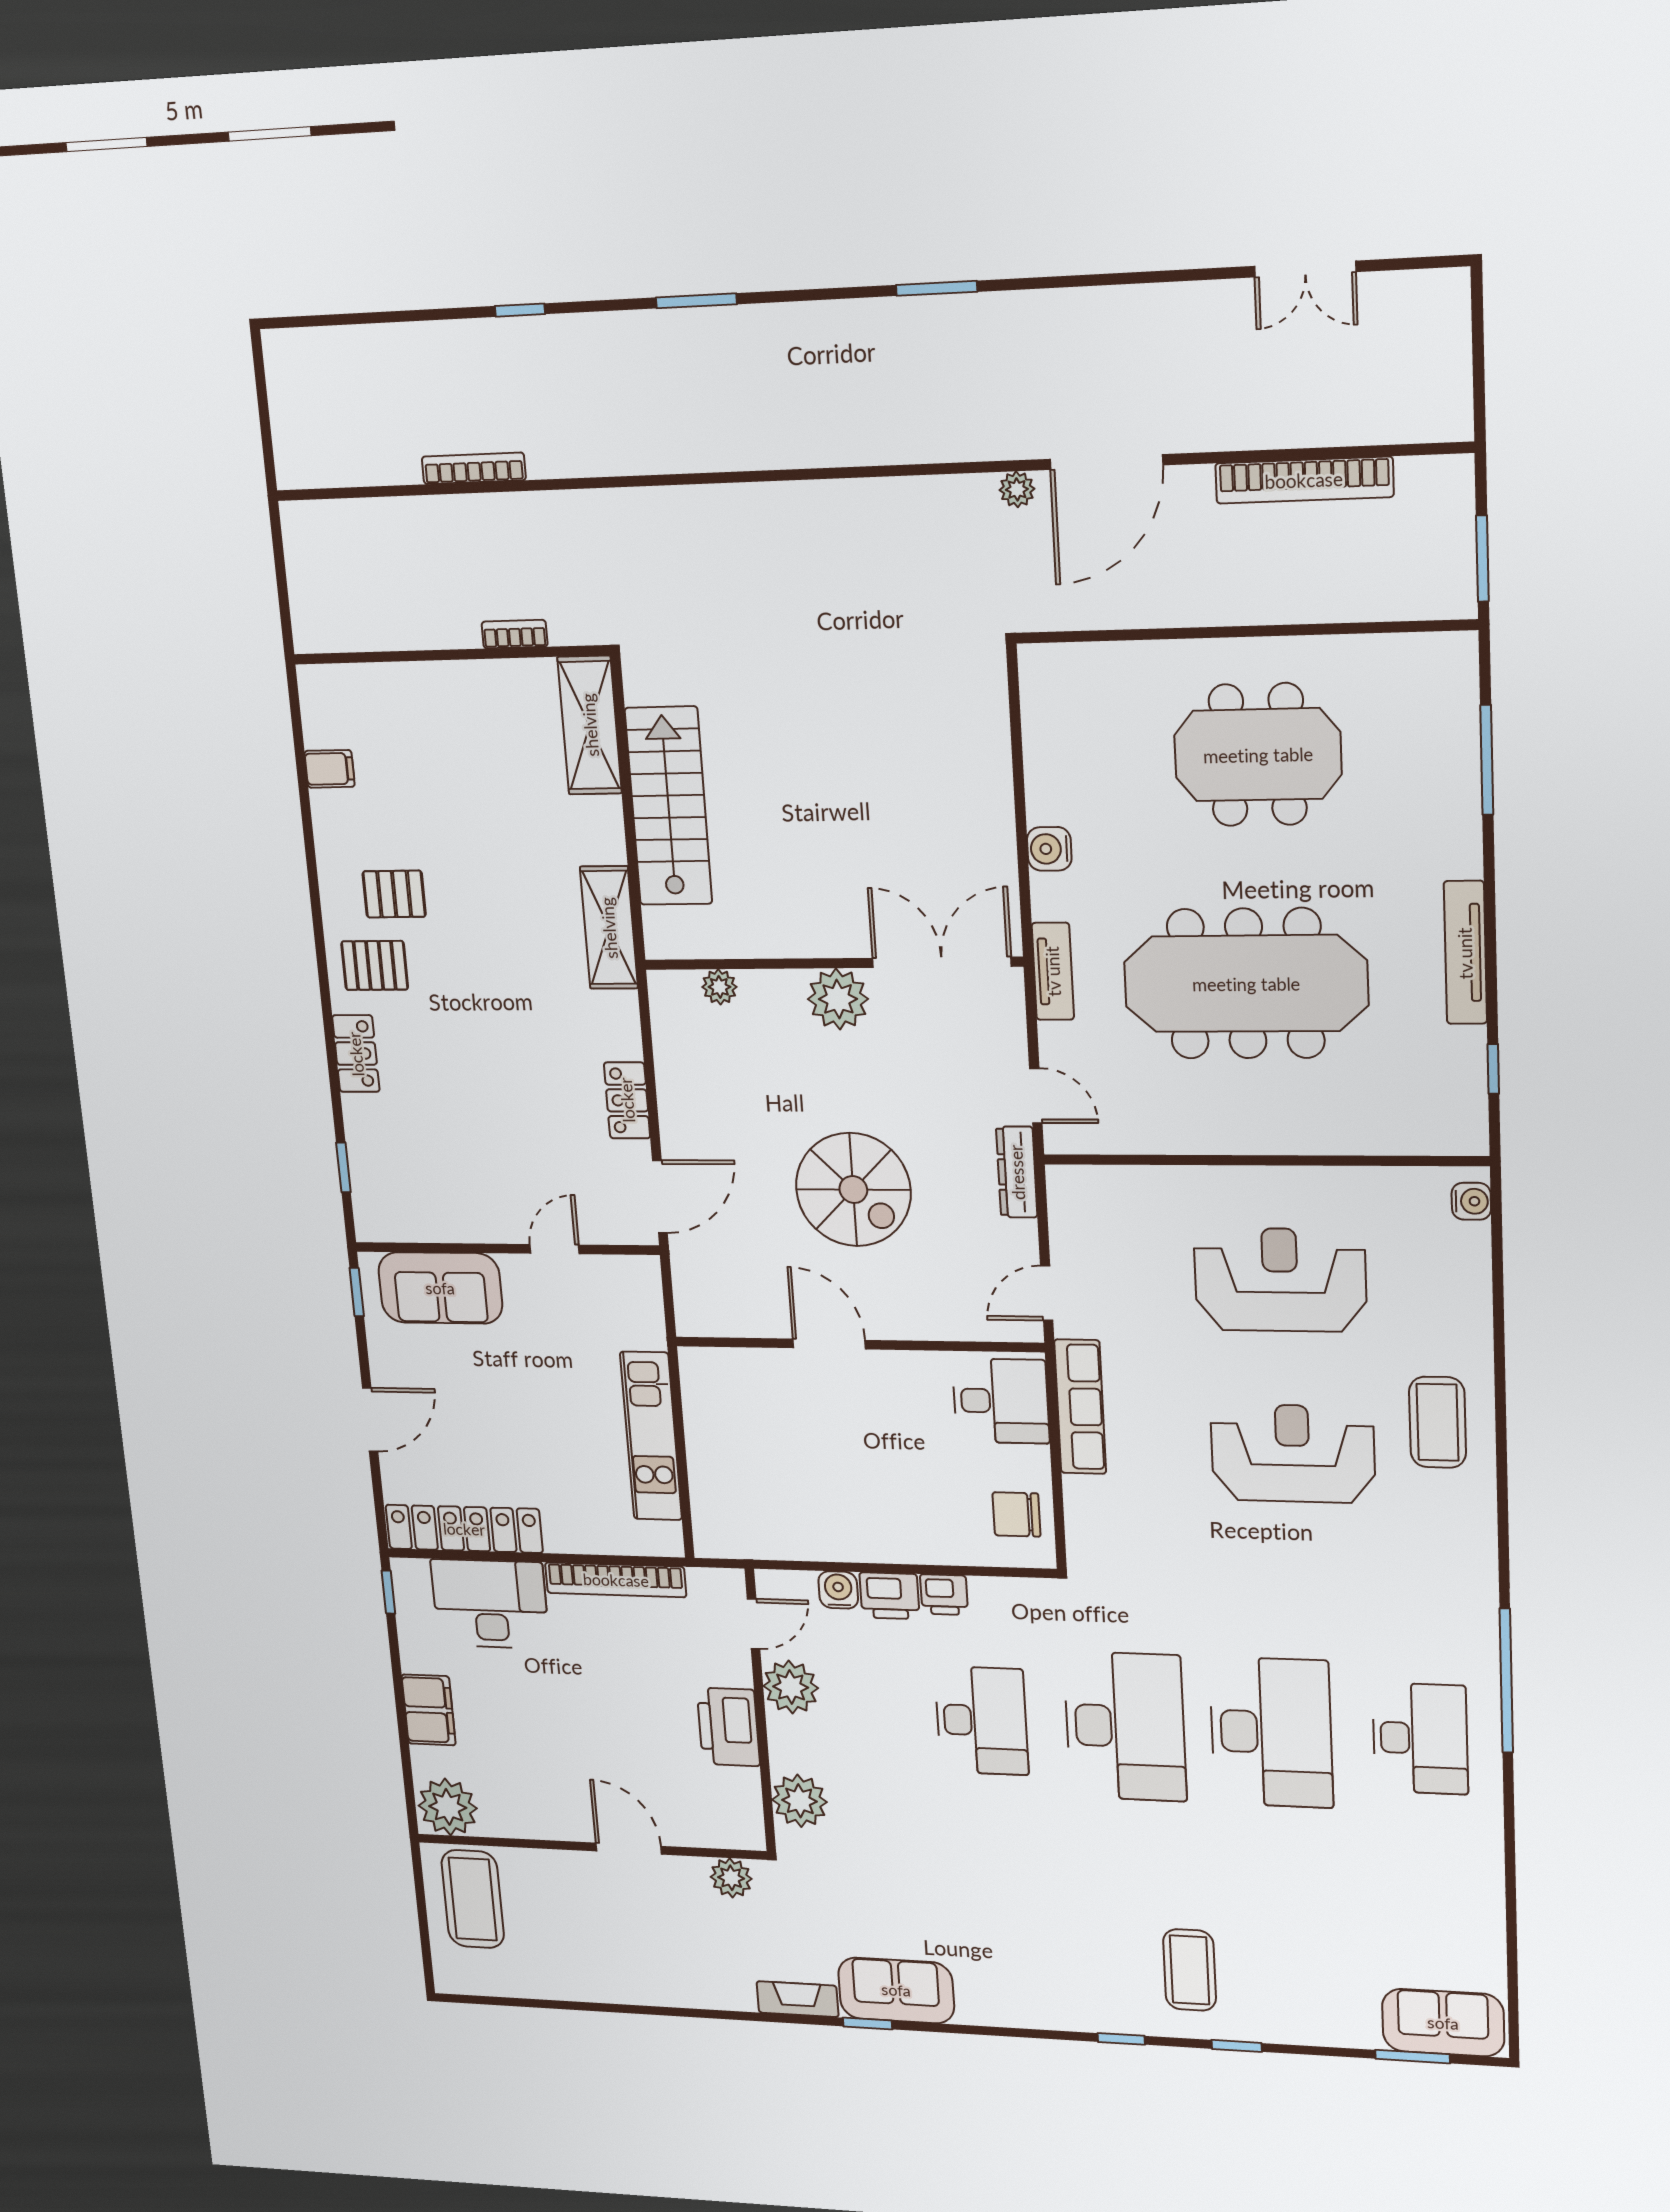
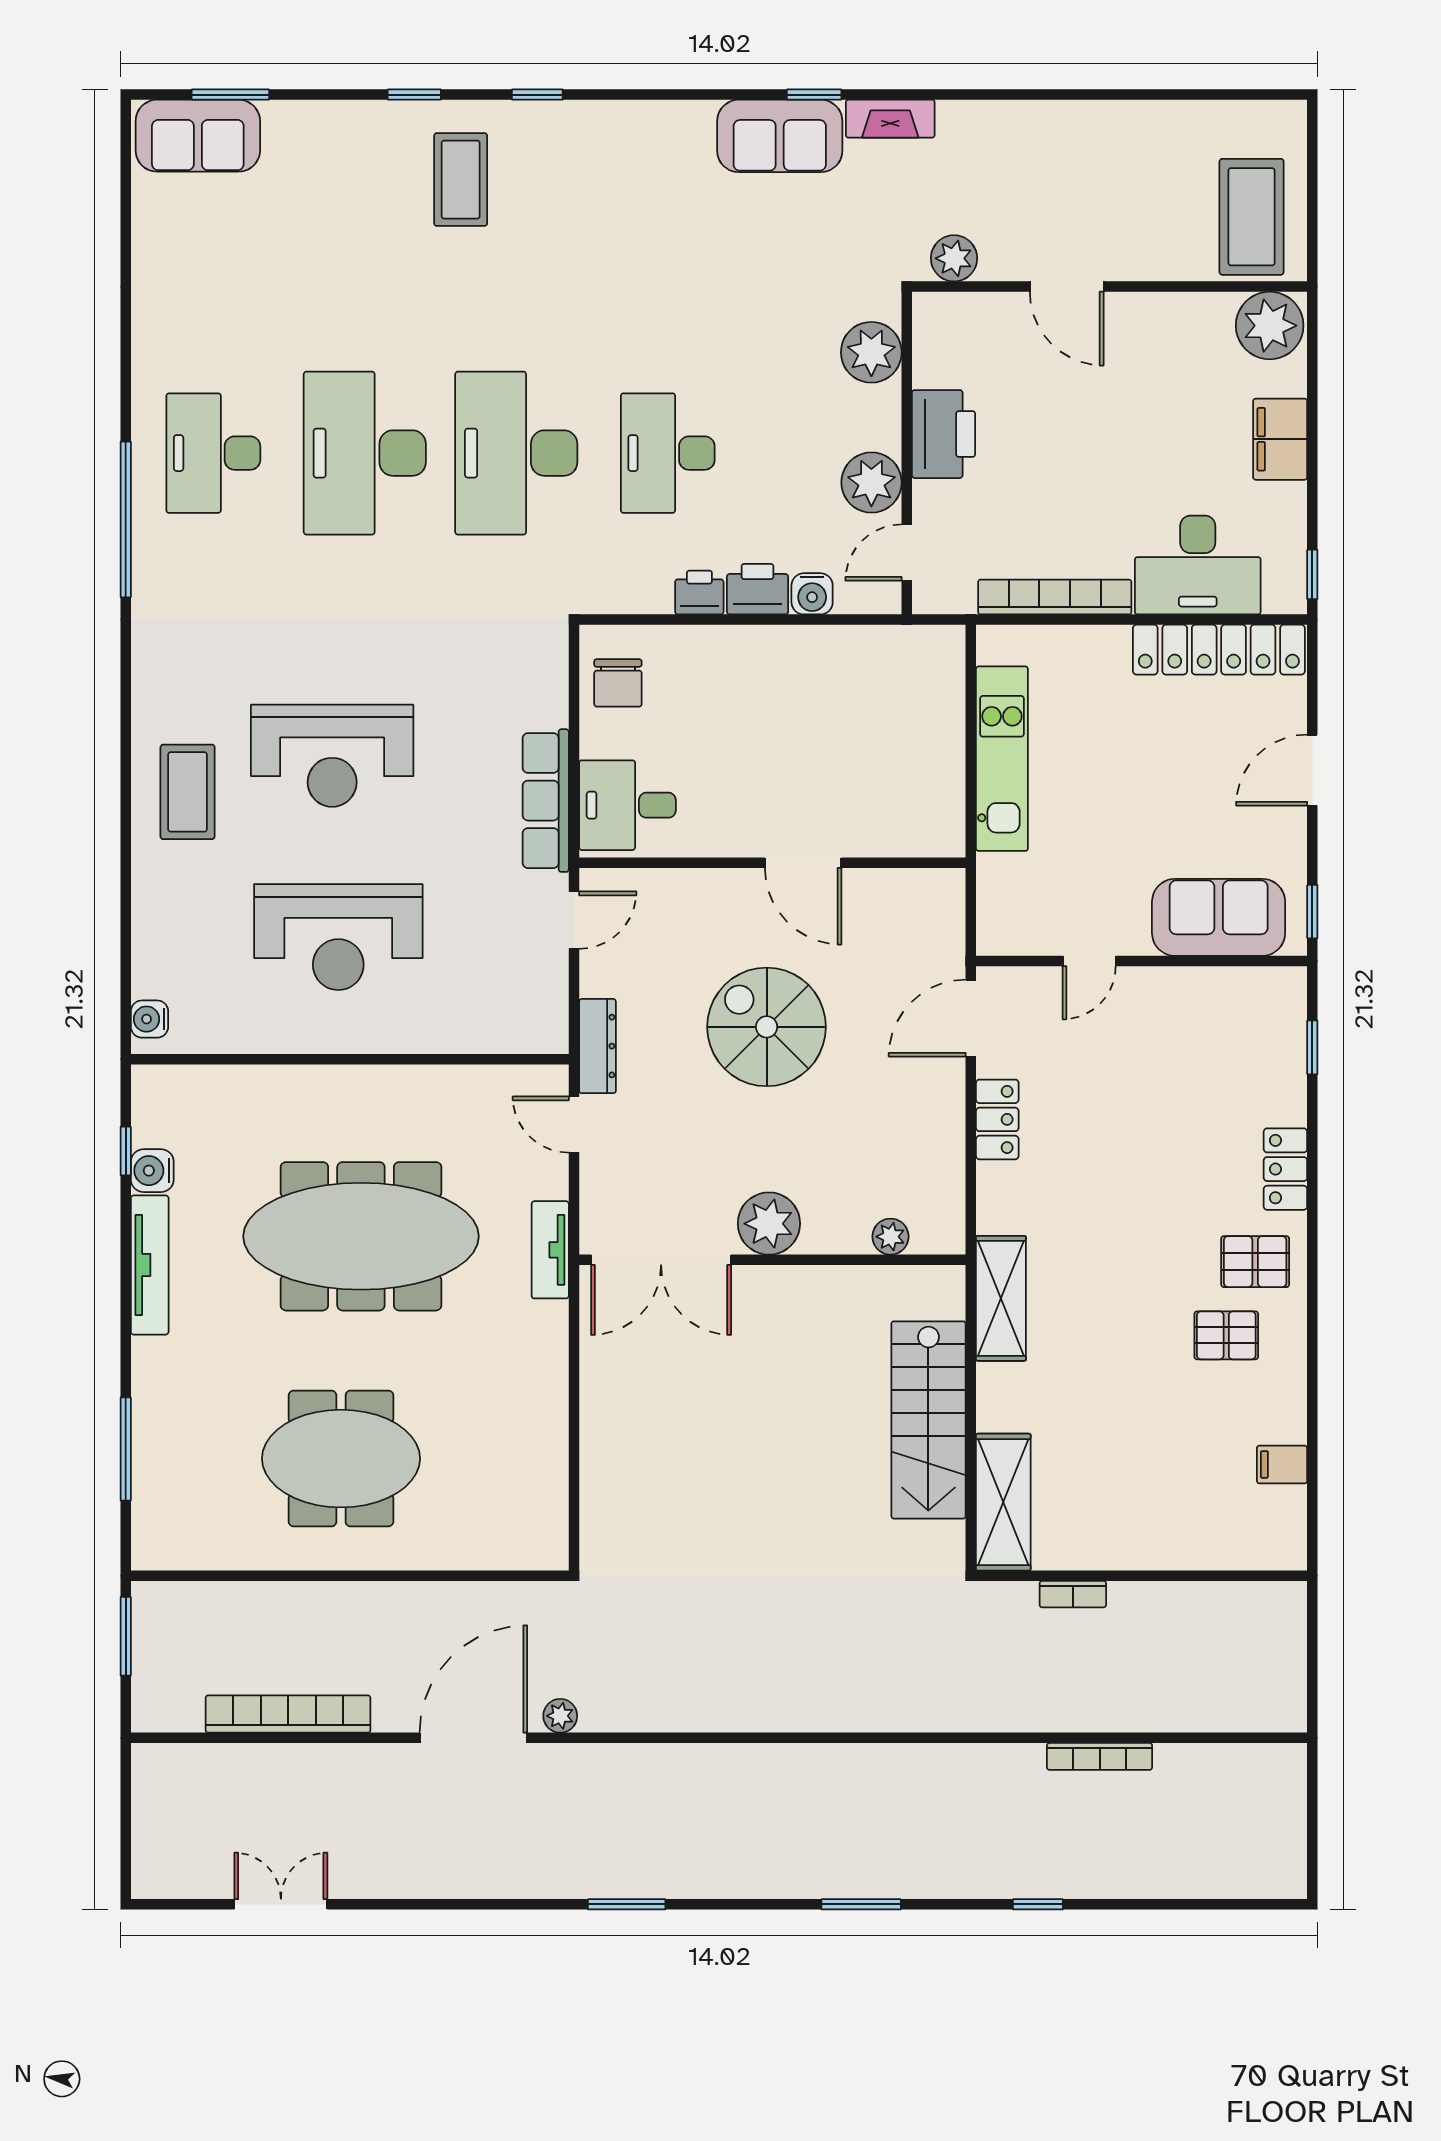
water cooler: (1049, 849) -> (152, 1171), moved, turned 180
chair: (1016, 1514) -> (618, 683), turned 90

